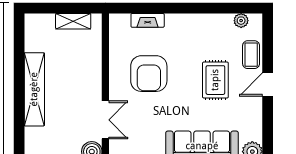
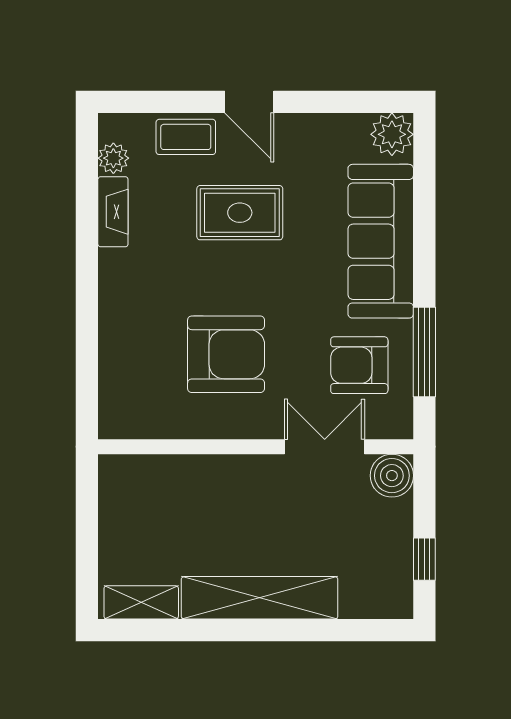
fireplace: (148, 20) -> (113, 212), moved
shelving: (73, 21) -> (141, 602), moved, turned 90
armchair: (144, 136) -> (359, 365), added

